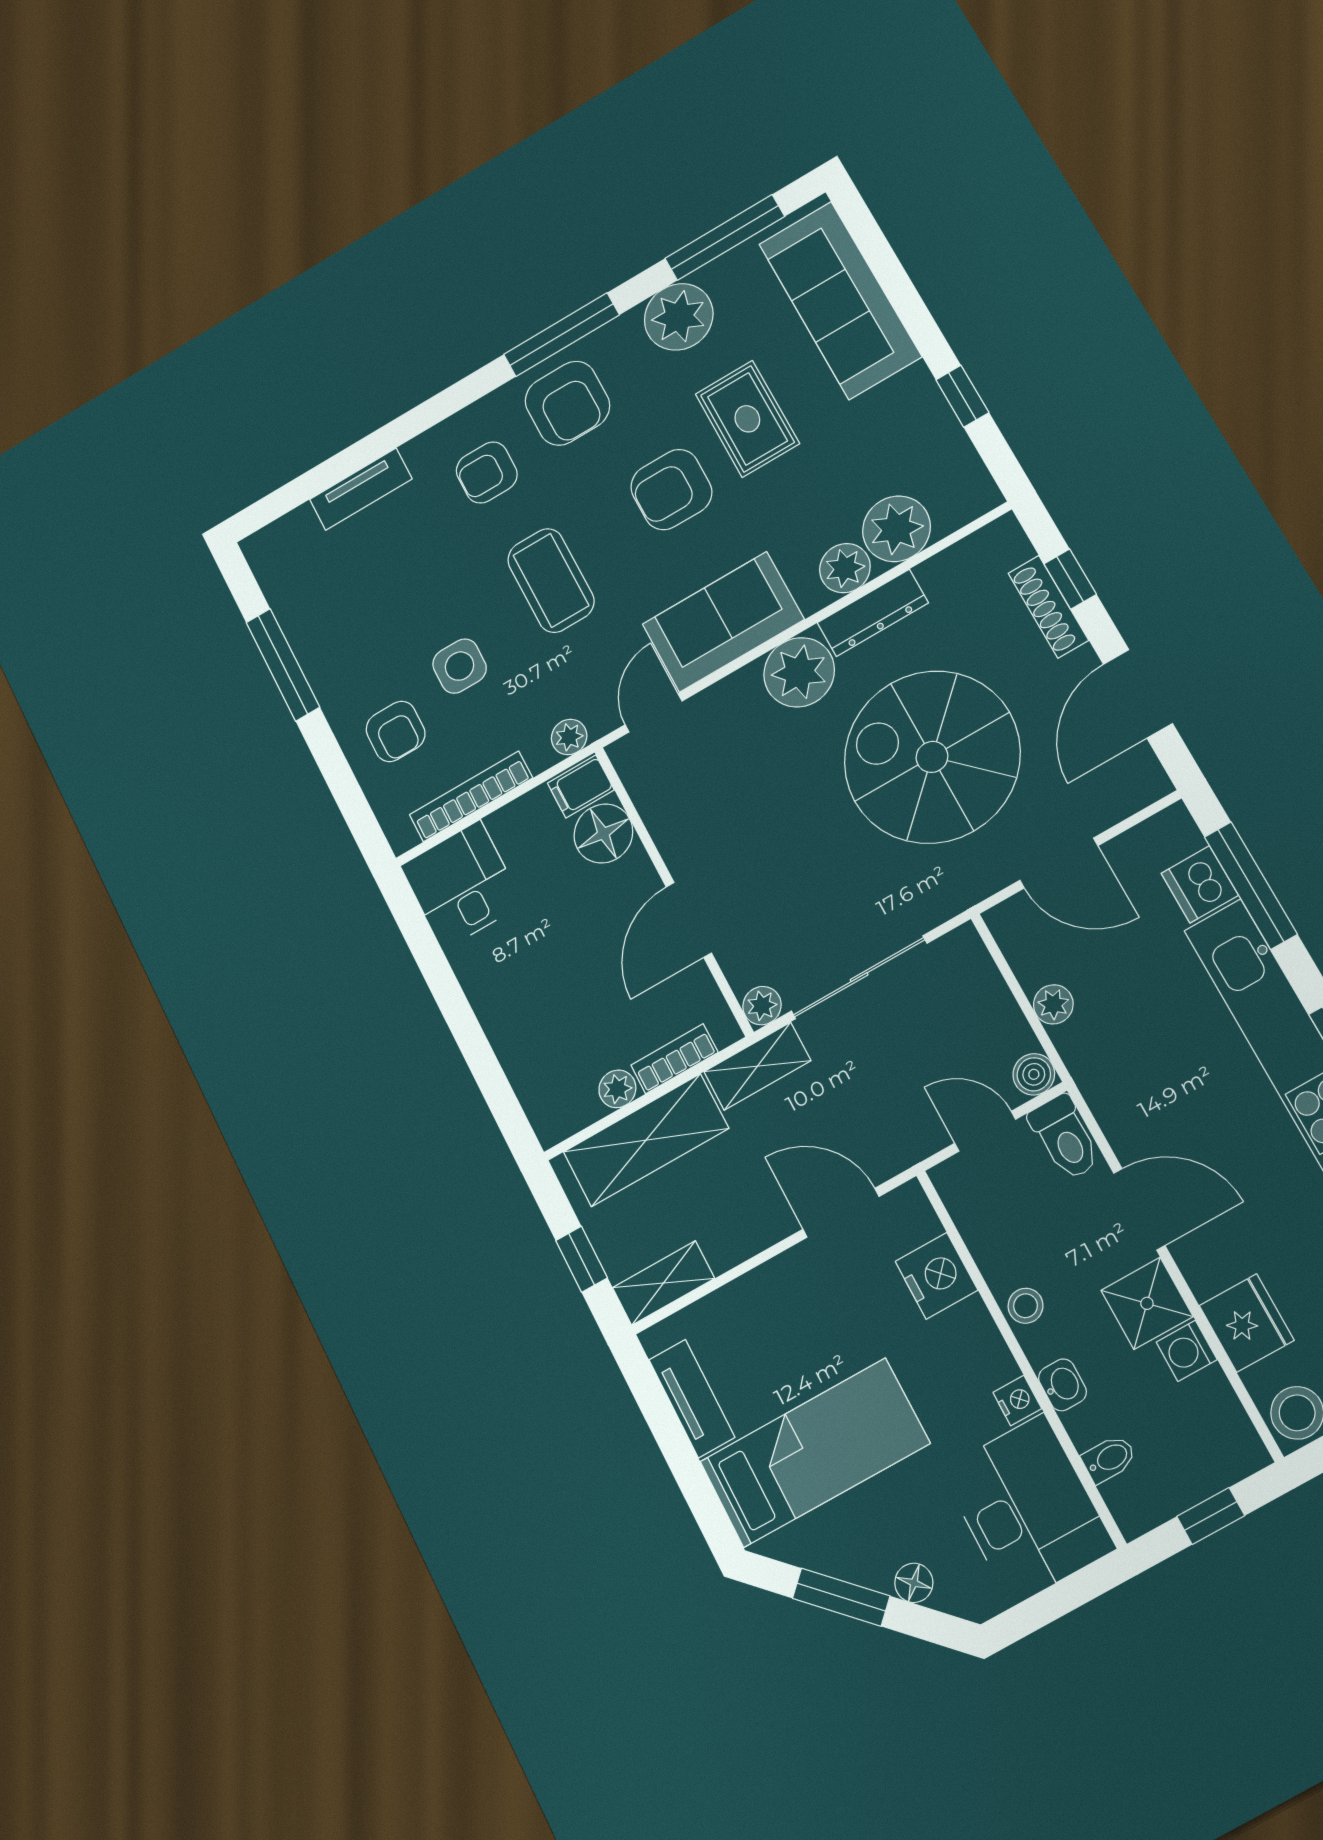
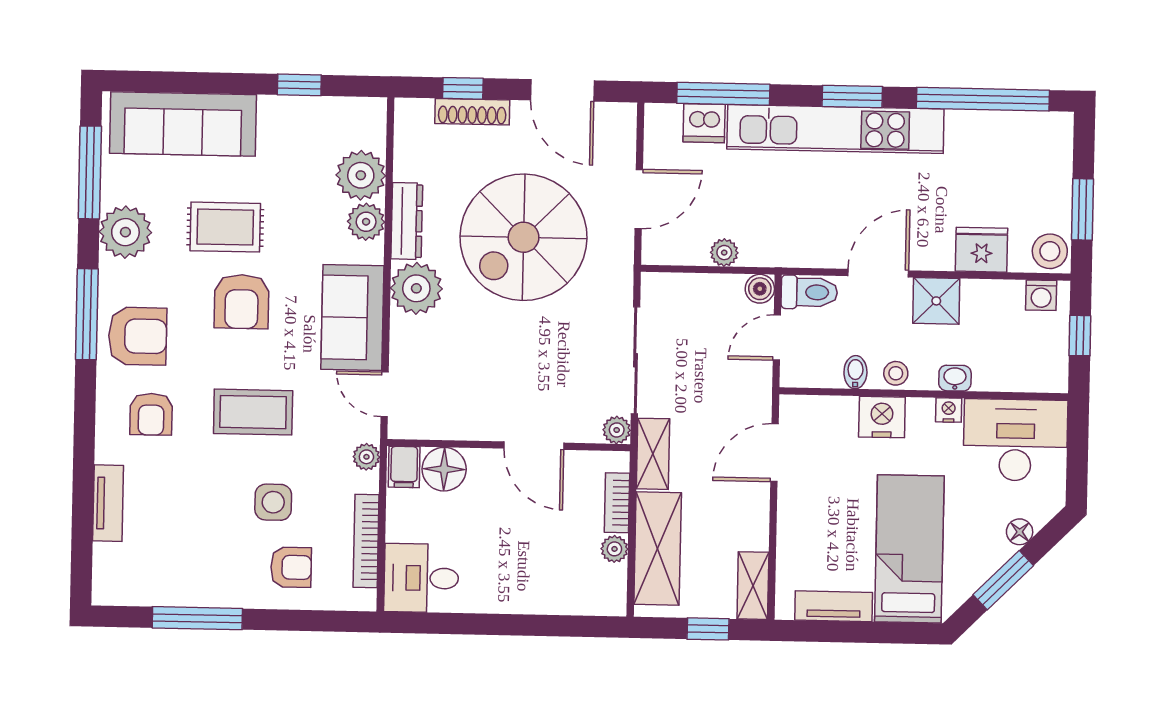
nightstand: (936, 1276) -> (882, 417), moved
washing machine: (1187, 1351) -> (1041, 295), moved
bidet: (1109, 1459) -> (855, 372), moved

